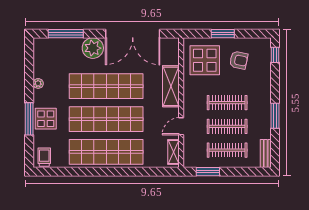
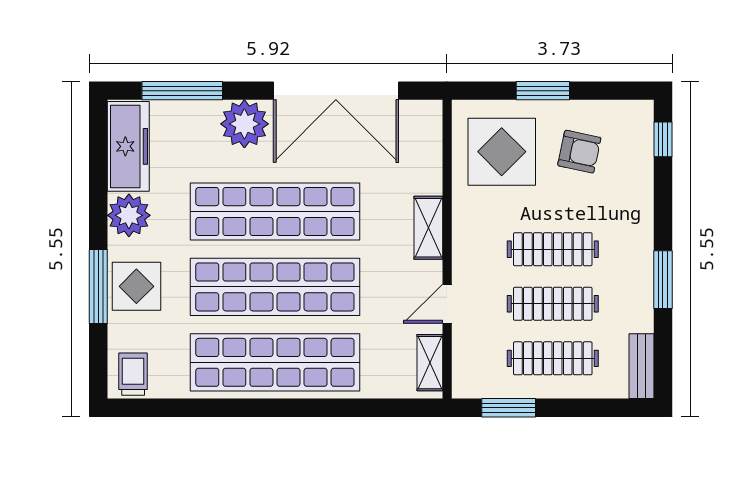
freezer: (42, 58) -> (128, 146), added
plant: (38, 83) -> (129, 215), width x1.88, depth x1.88
shelving: (171, 86) -> (428, 228), width x0.67, depth x0.75

